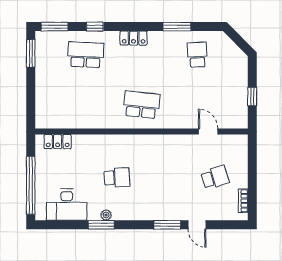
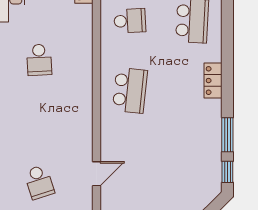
window: (95, 27) -> (227, 172), moved
school desk: (197, 55) -> (130, 21), moved

